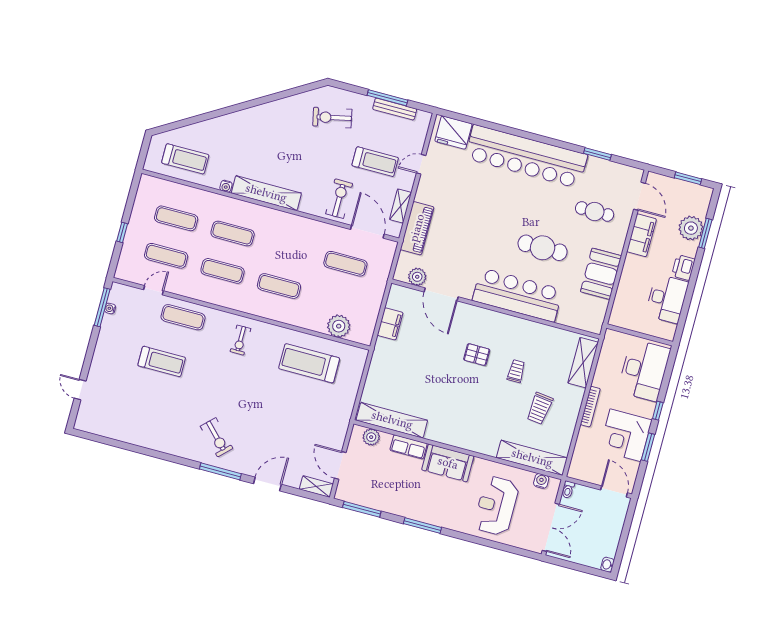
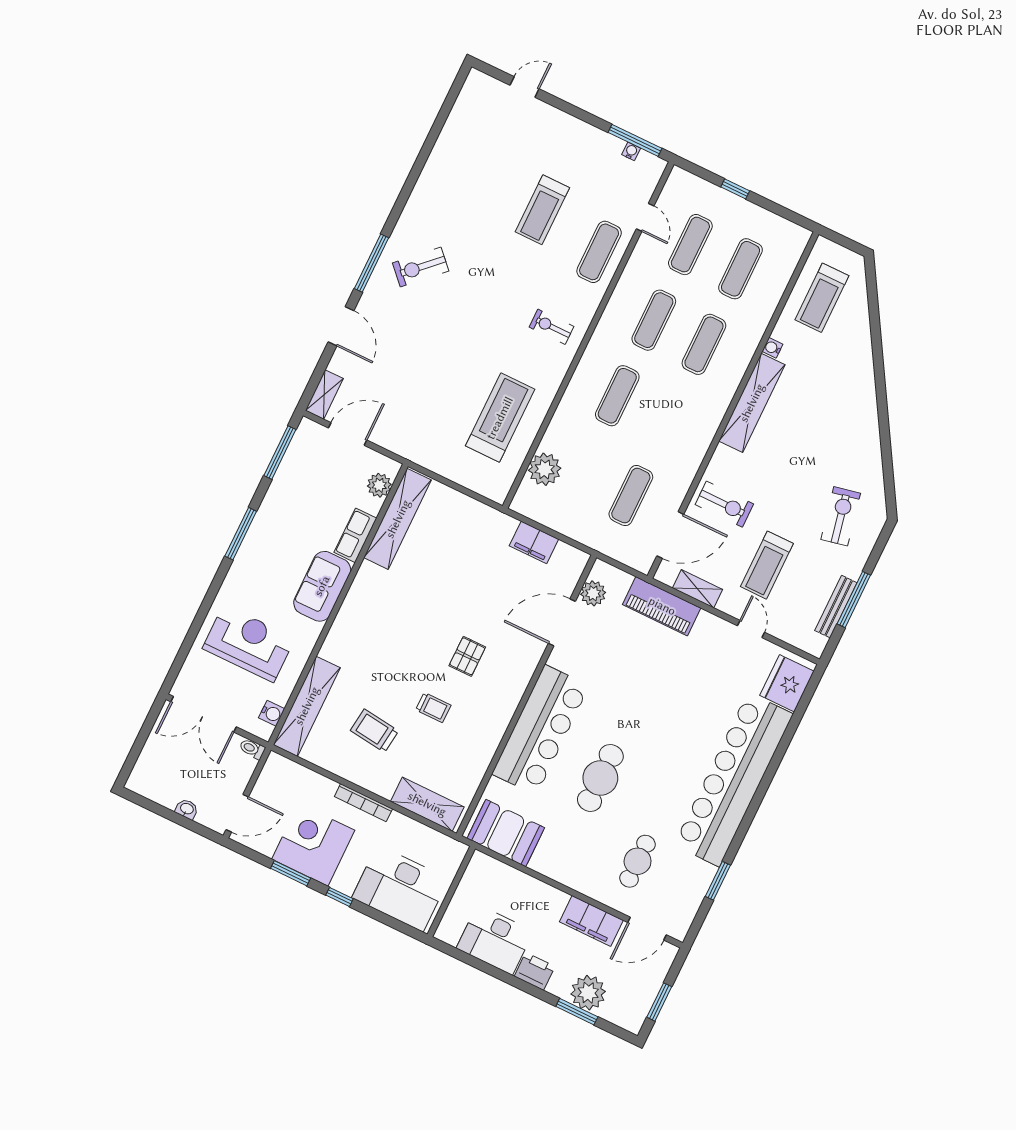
booth: (601, 274) -> (506, 833), moved
washbasin: (608, 565) -> (187, 809), moved

